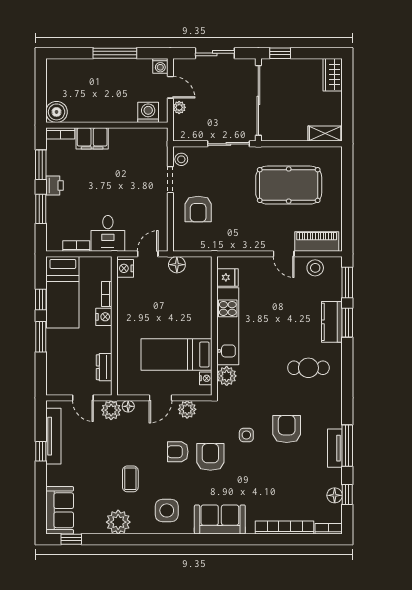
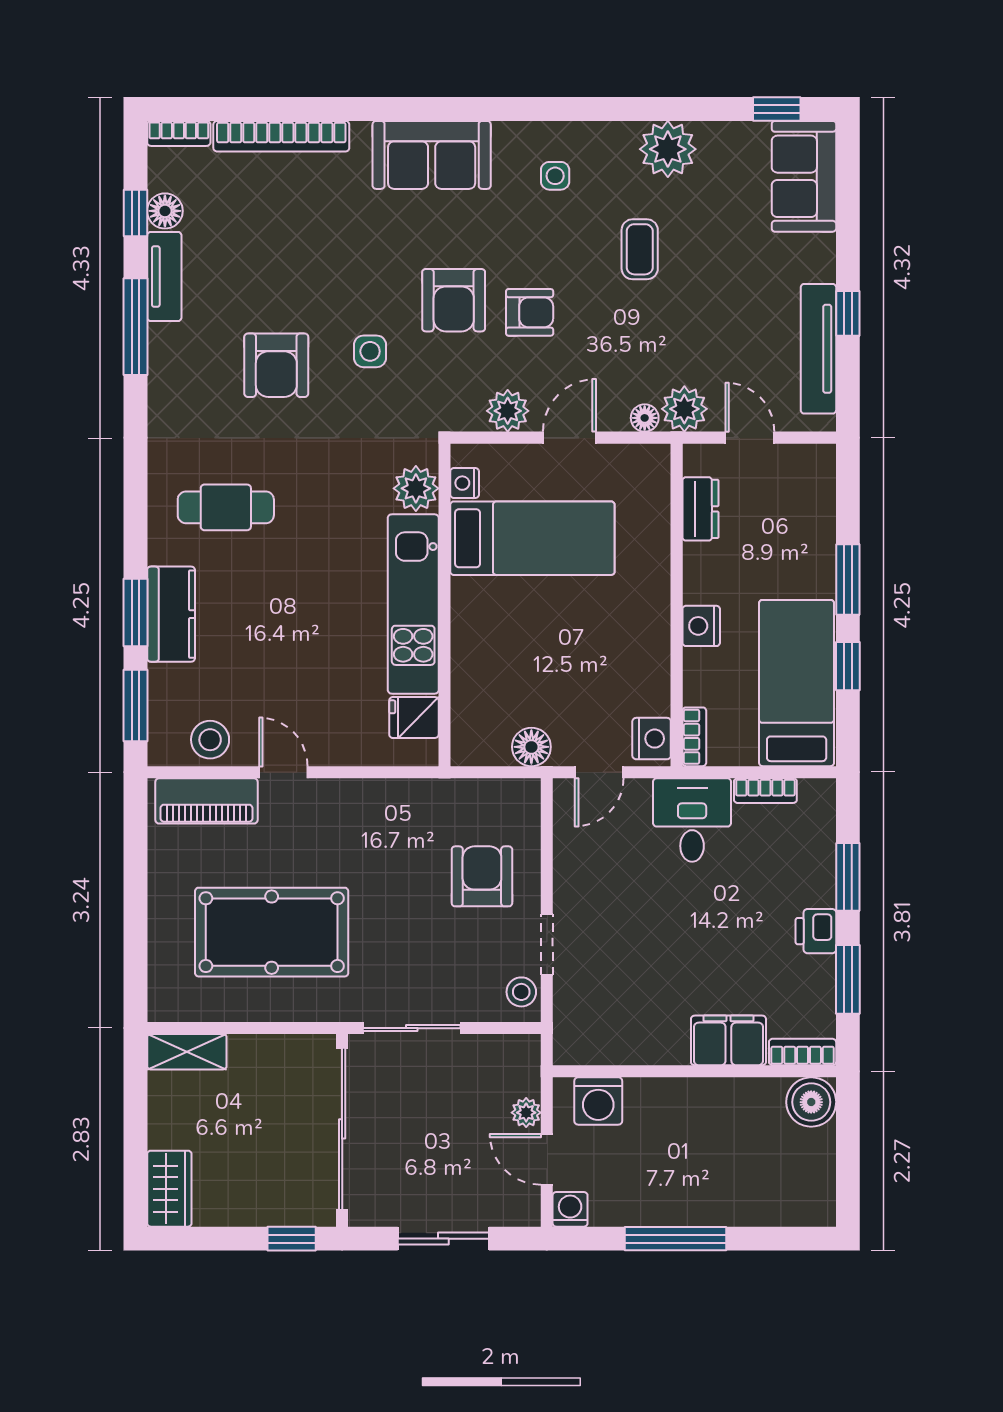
bookcase: (107, 294) -> (694, 737), moved
tv unit: (335, 448) -> (164, 276), moved
side table: (167, 510) -> (555, 176), width x0.54, depth x0.54

